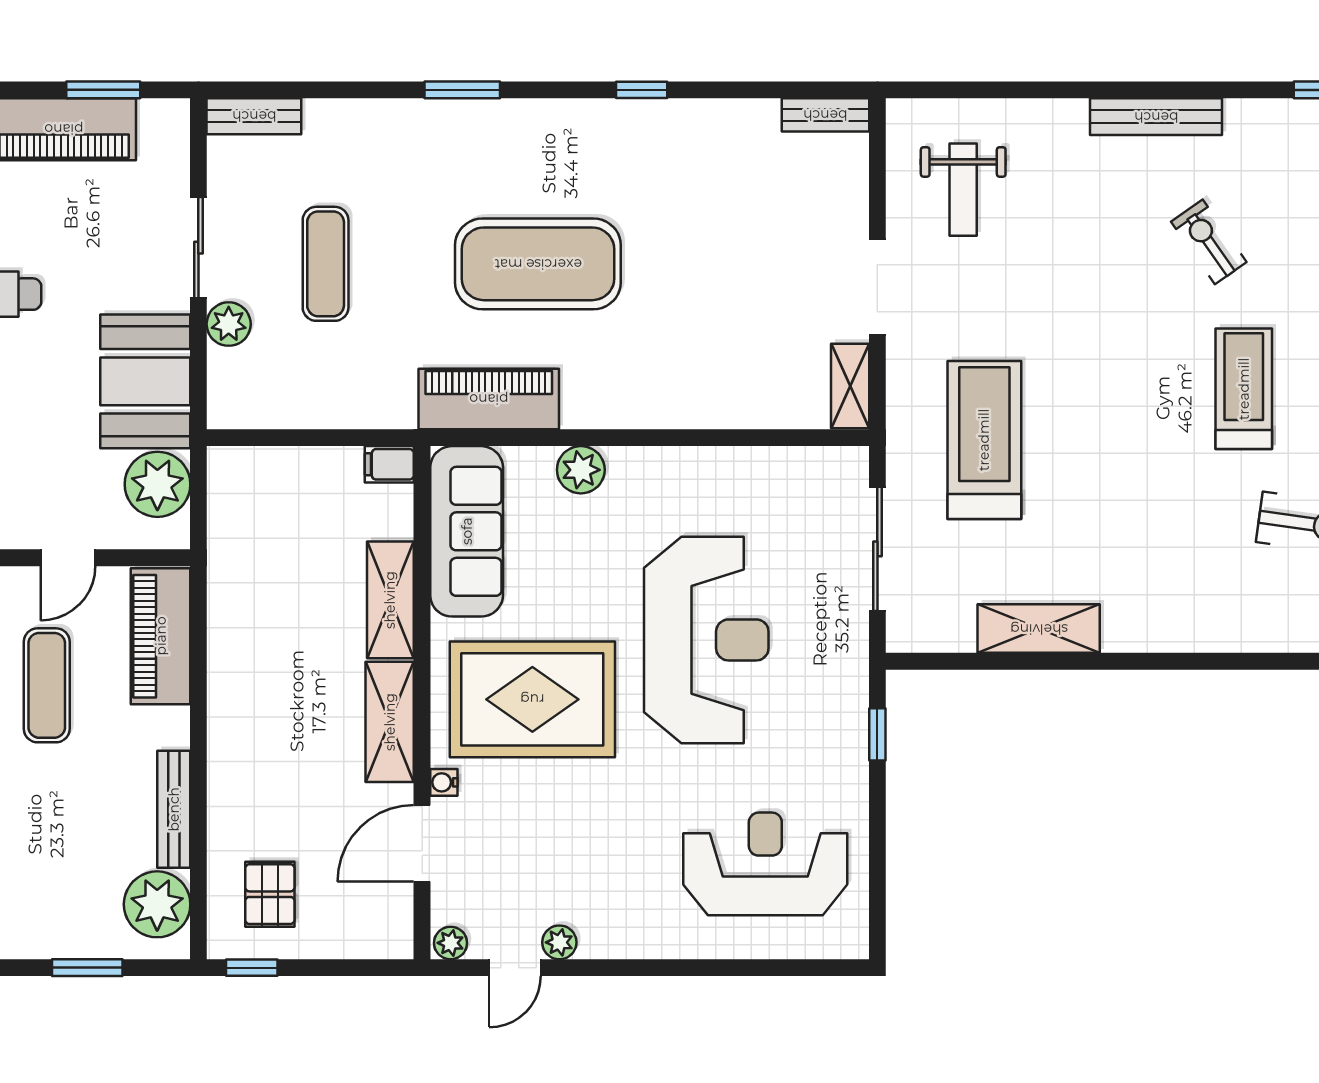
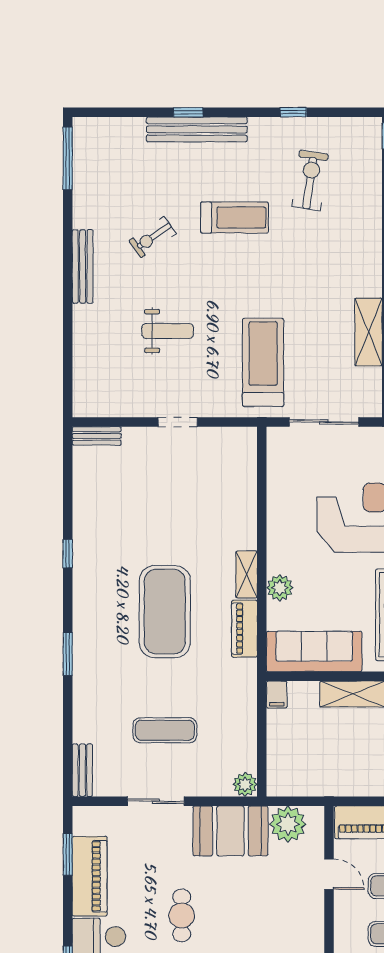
bench: (825, 115) -> (97, 436), moved, turned 90
weight bench: (963, 190) -> (168, 331), moved
doorway: (877, 287) -> (178, 422), width x0.73
plant: (229, 324) -> (245, 784), moved
shelving: (850, 386) -> (247, 574), moved, turned 90
treadmill: (1244, 389) -> (235, 218), turned 180
piano: (489, 399) -> (244, 629), width x0.73, depth x0.75
treadmill: (984, 440) -> (263, 362), turned 90

